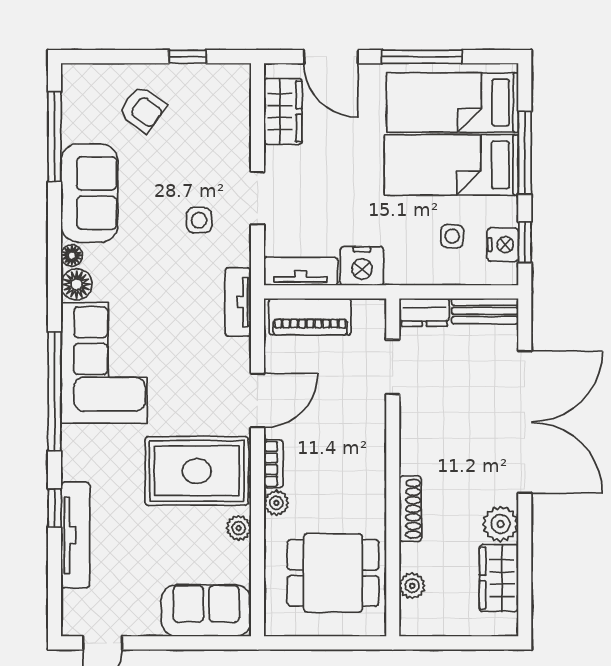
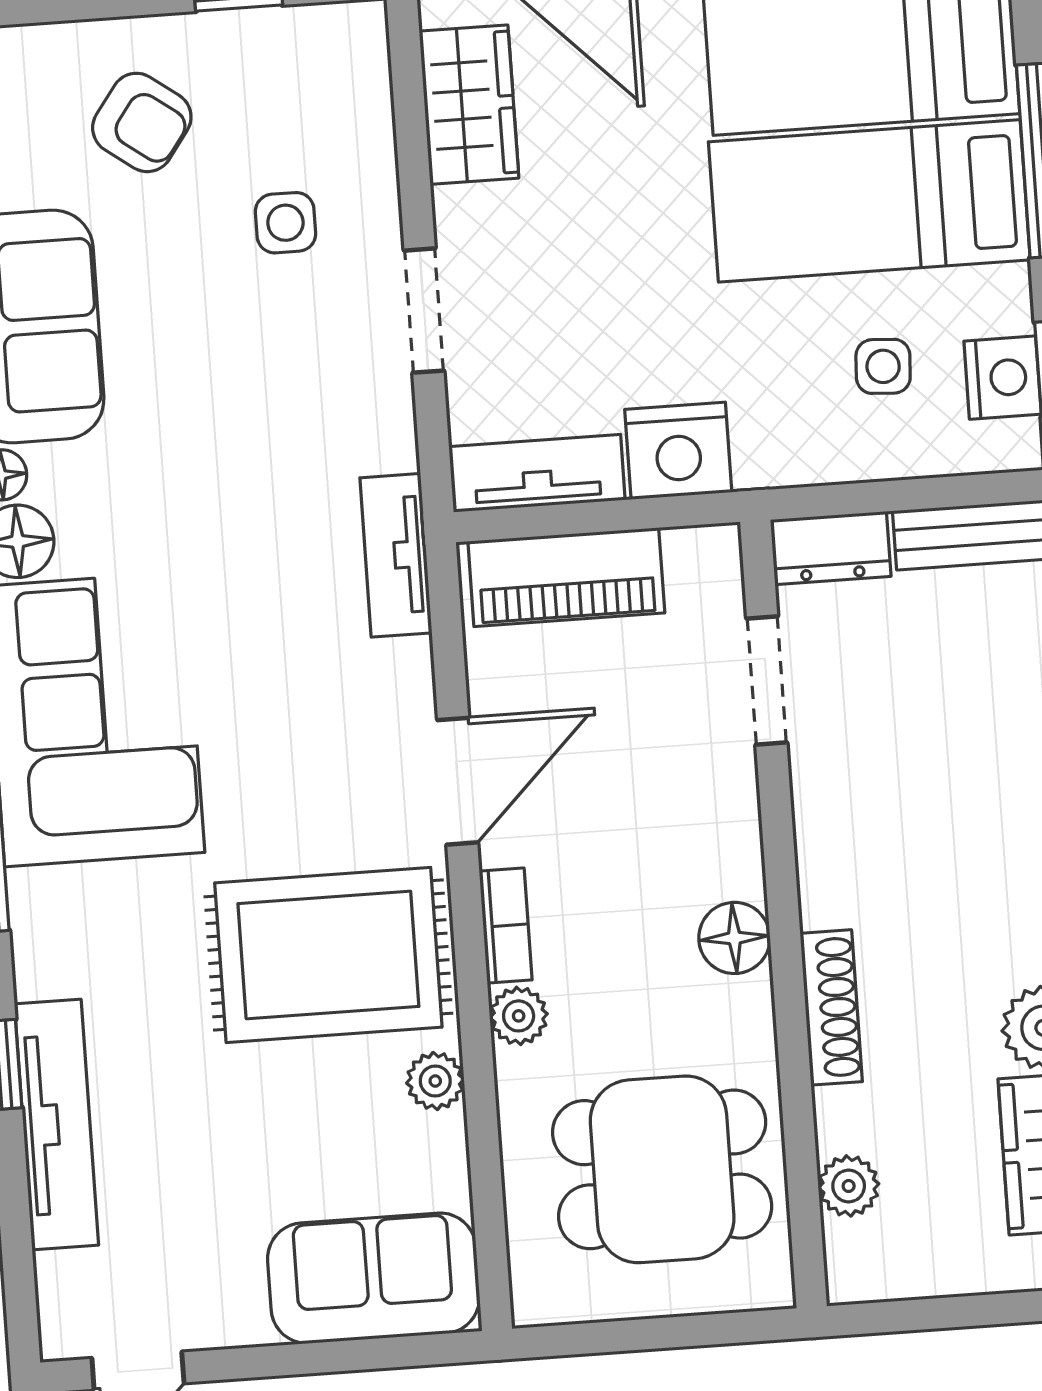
side table: (199, 220) -> (285, 223), moved
floor lamp: (371, 476) -> (734, 938), added

